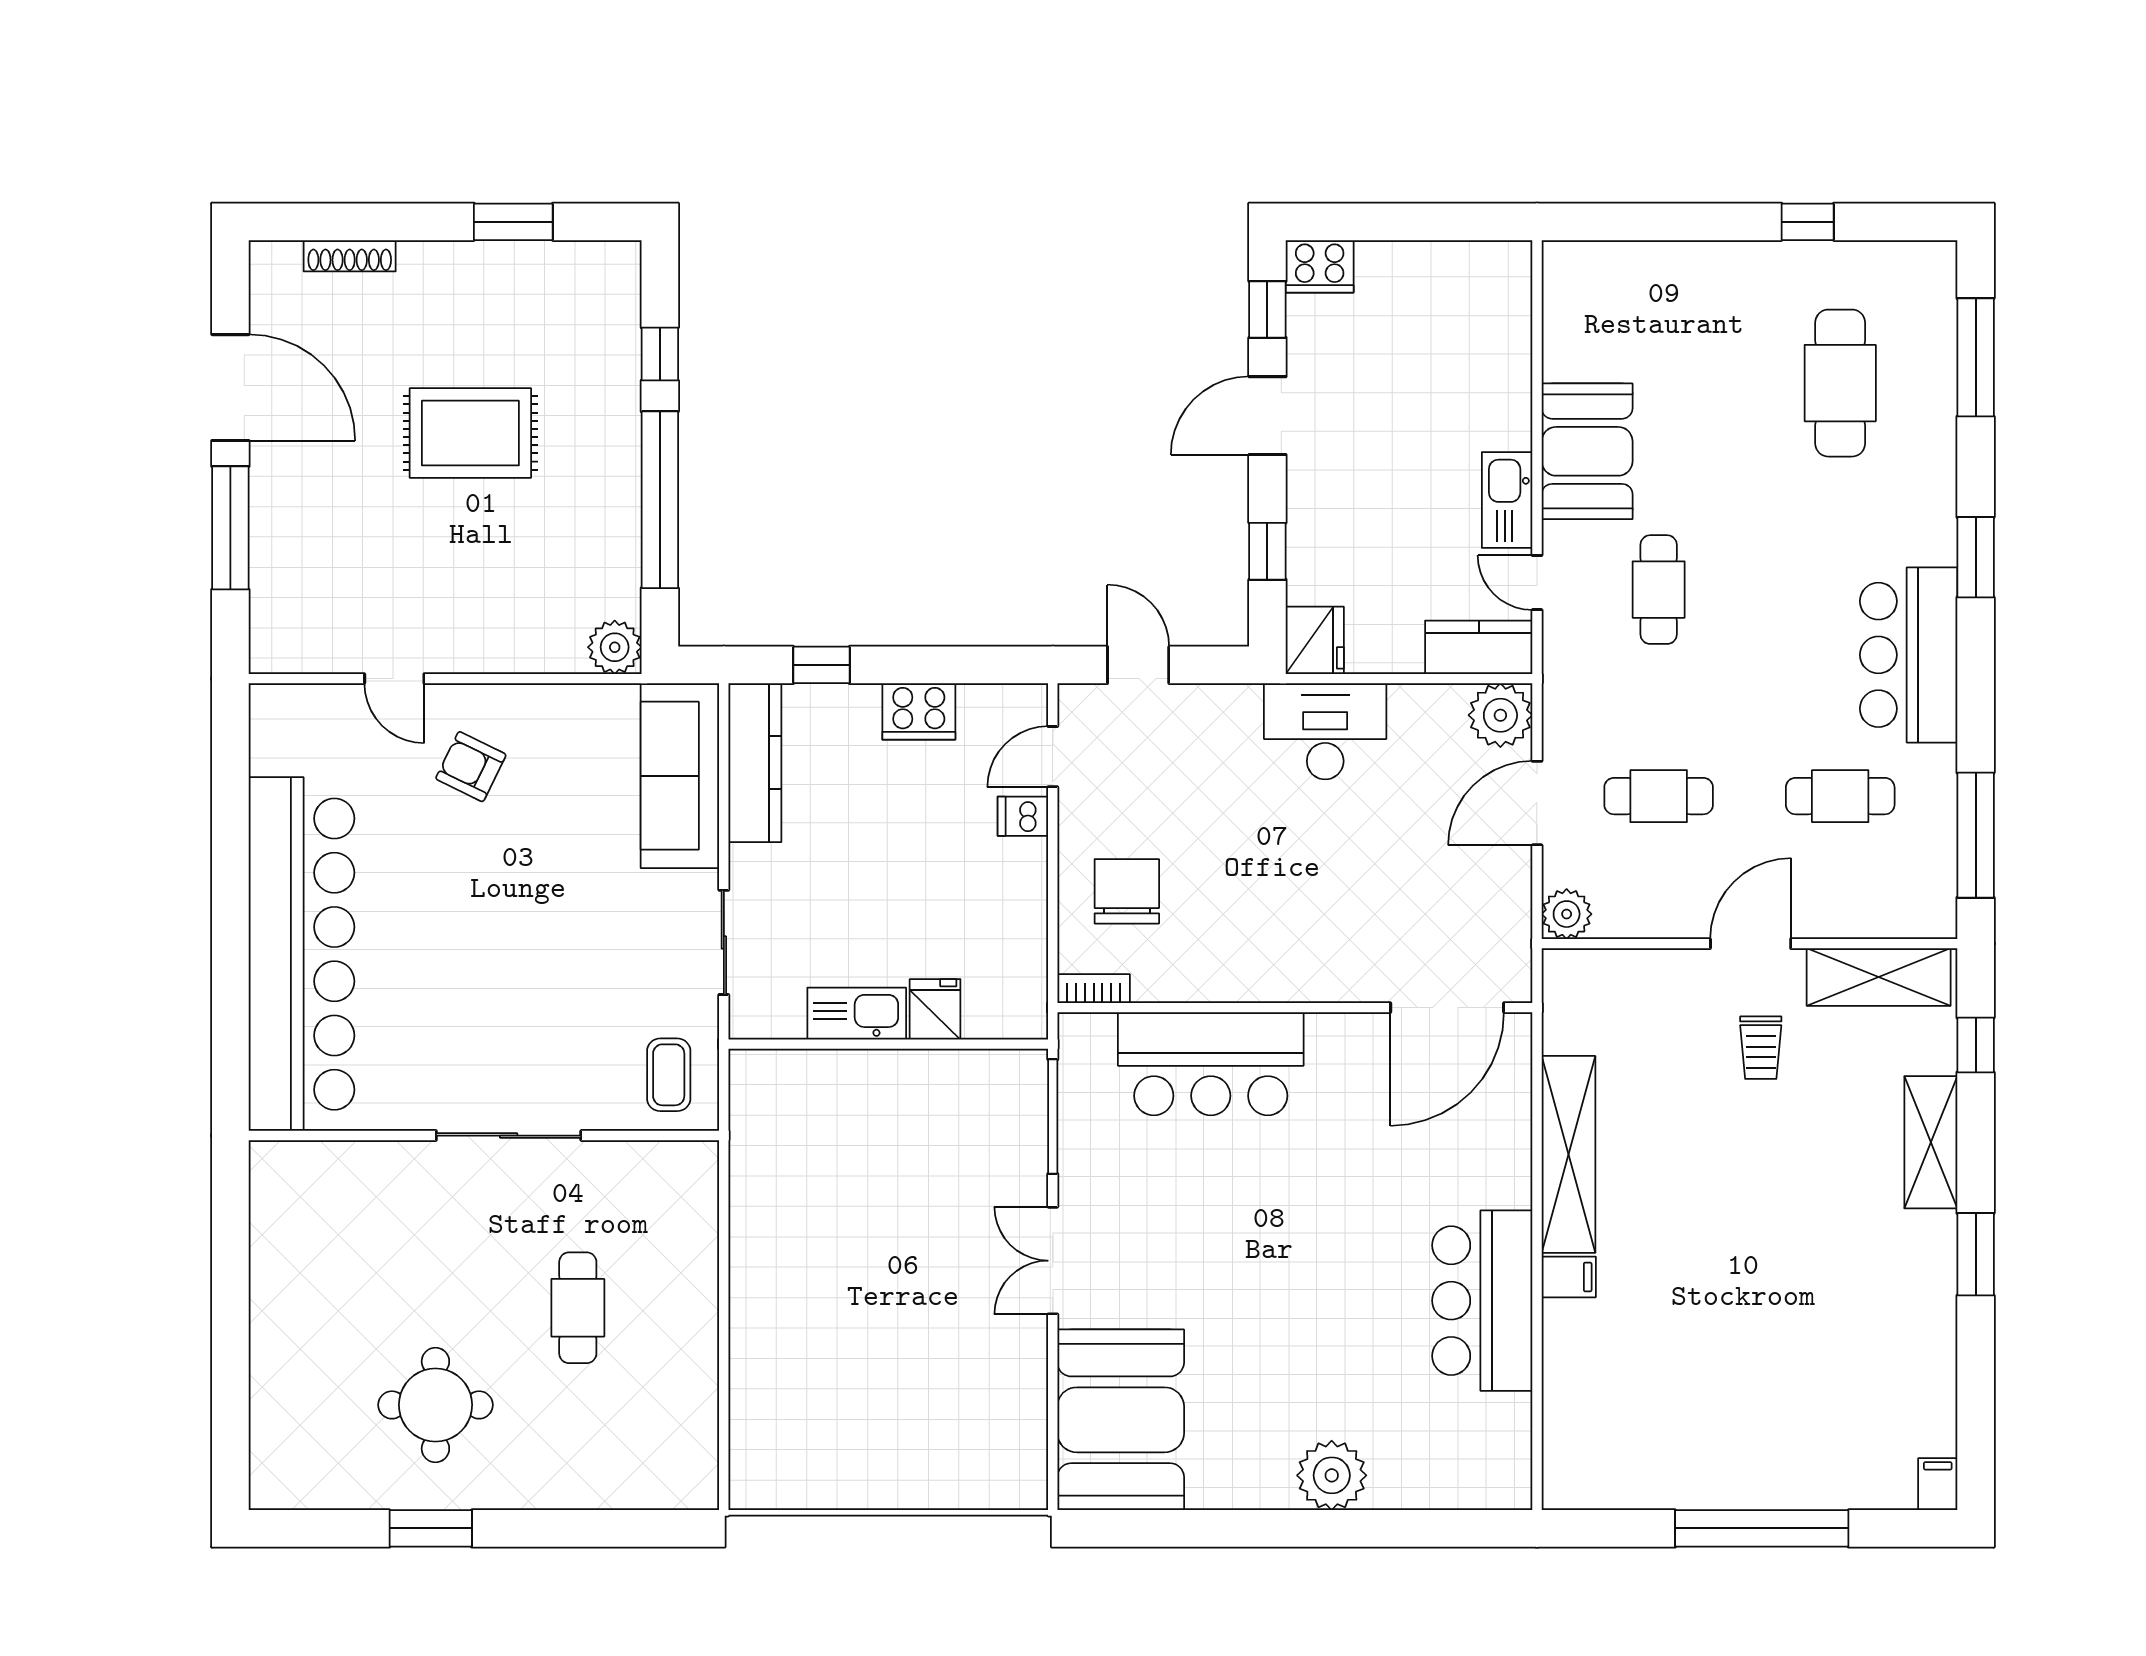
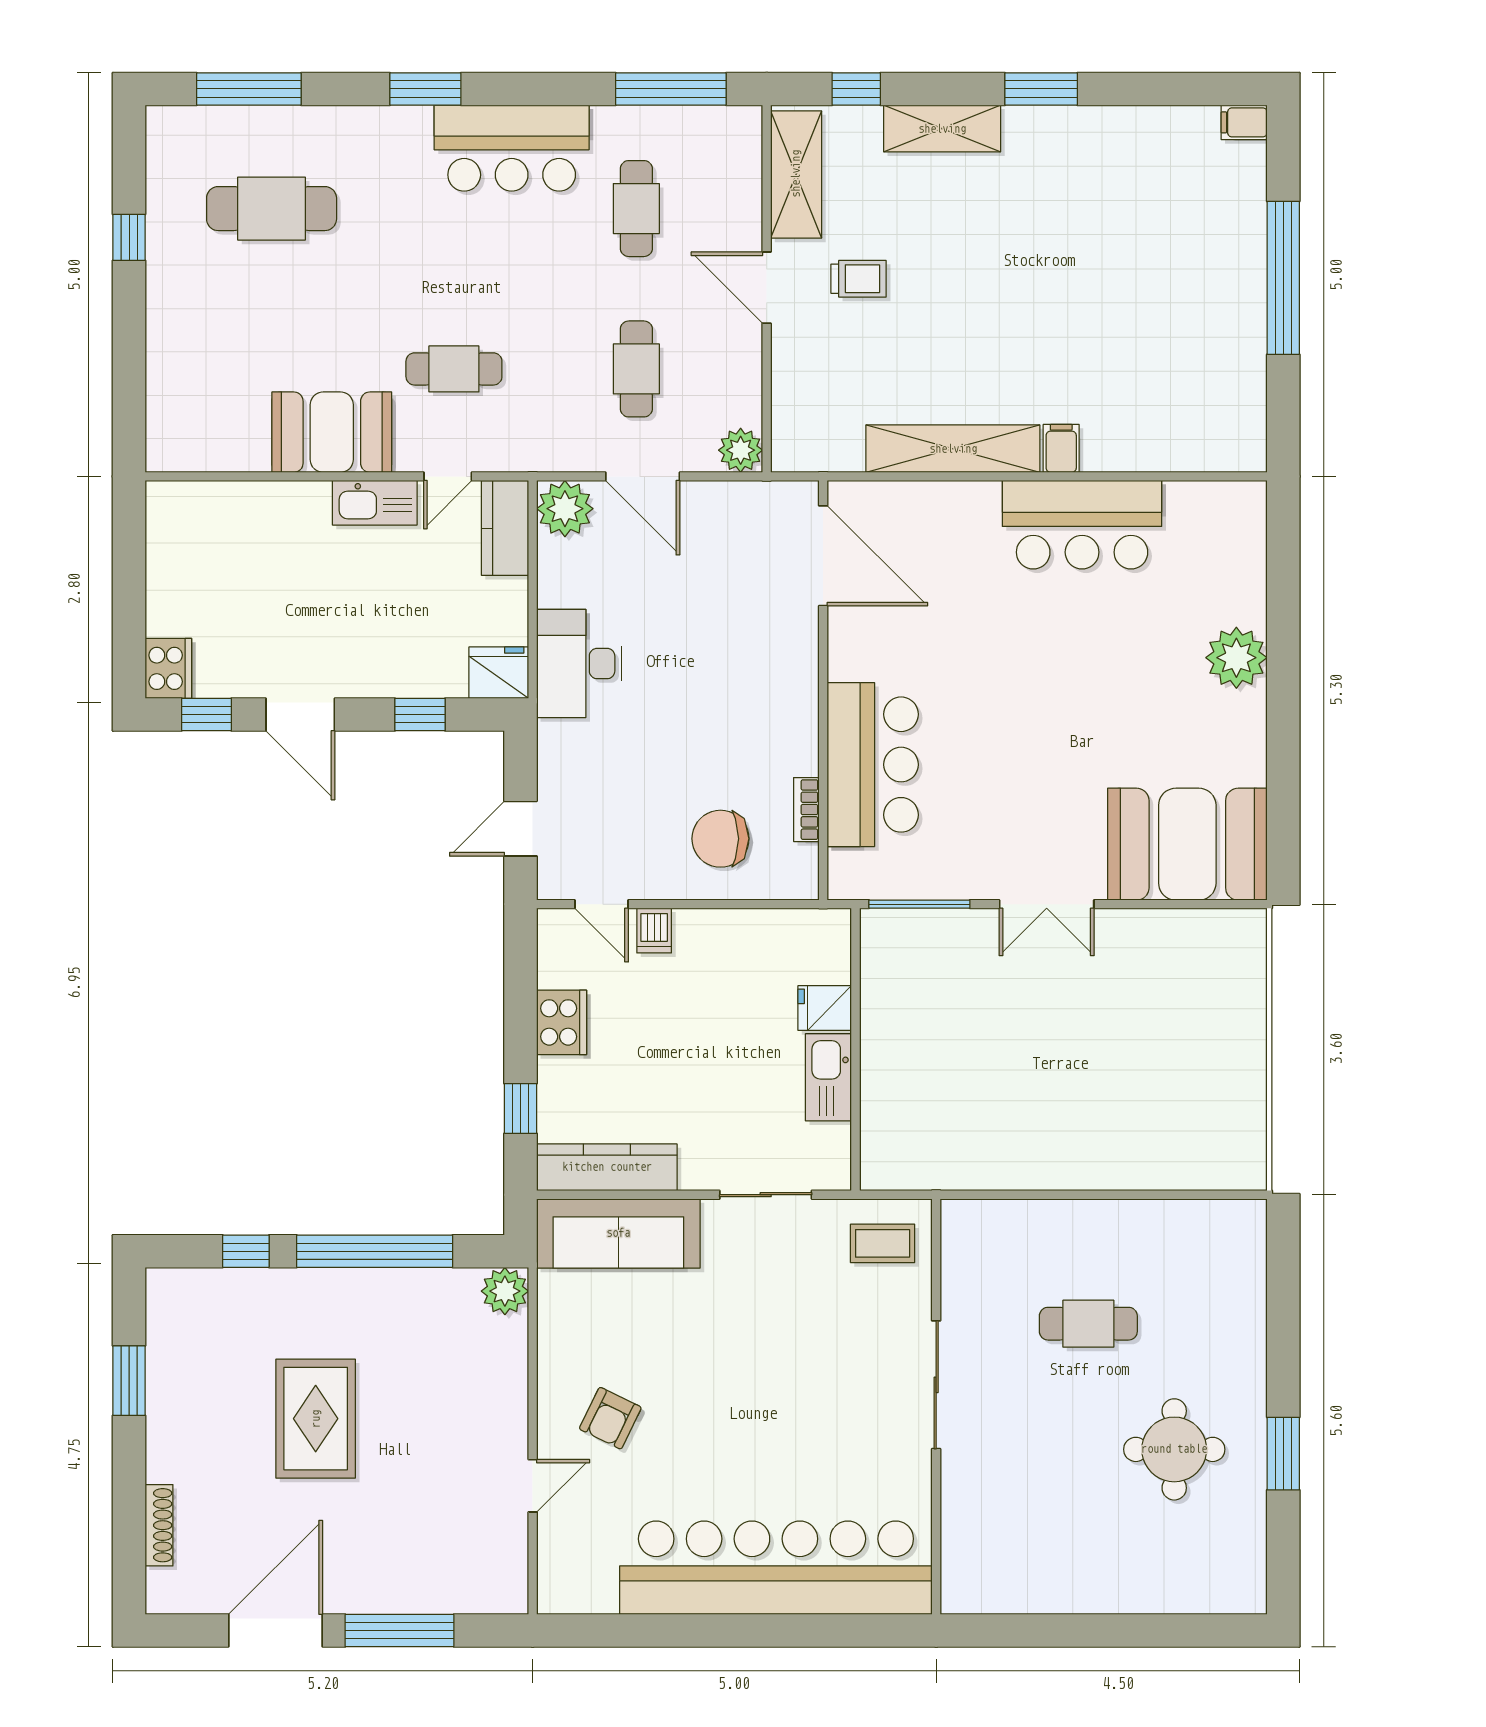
bookcase: (1094, 989) -> (806, 810), moved

